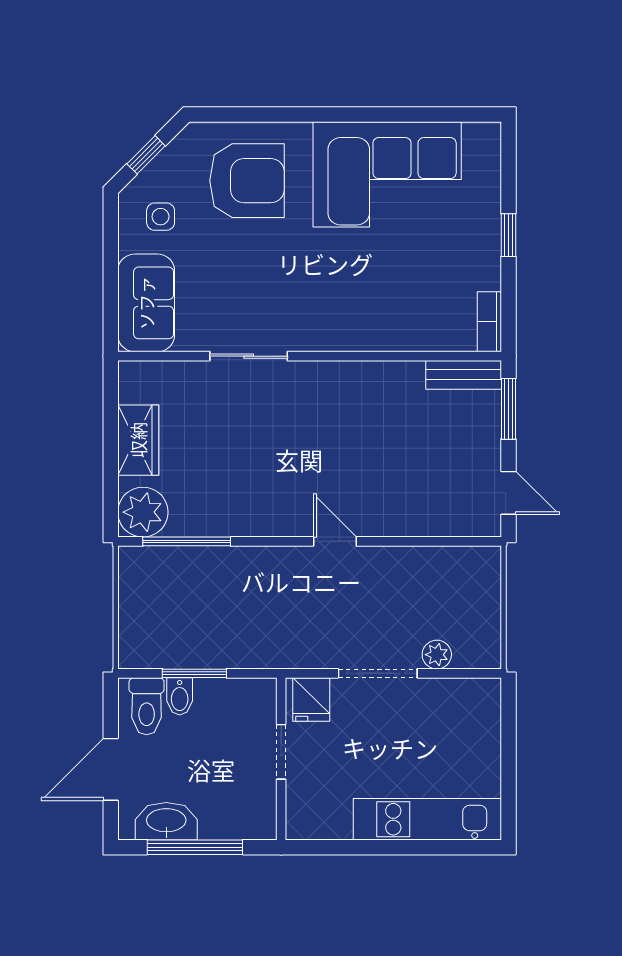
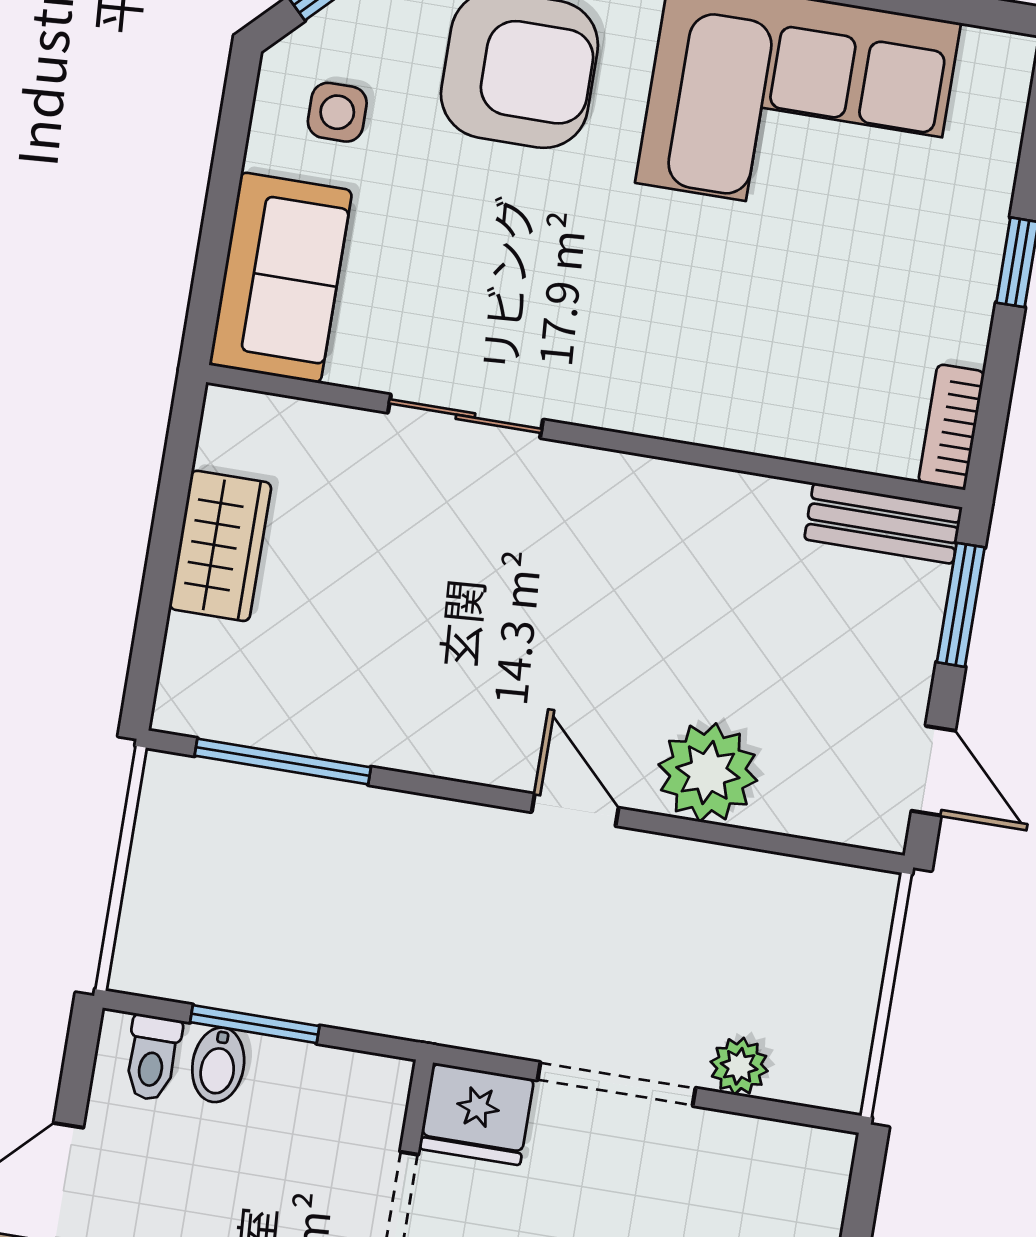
plant: (143, 512) -> (708, 773), moved
fridge: (311, 700) -> (477, 1114), width x1.38
toilet: (147, 706) -> (152, 1058), width x0.73, depth x0.72

